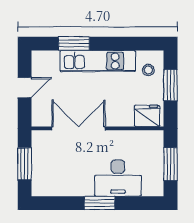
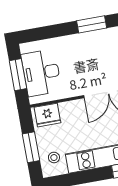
desk: (118, 178) -> (41, 73), moved, turned -90
window: (100, 203) -> (92, 24), moved

